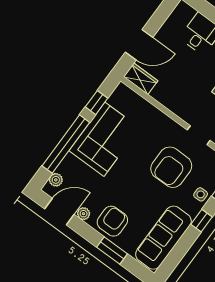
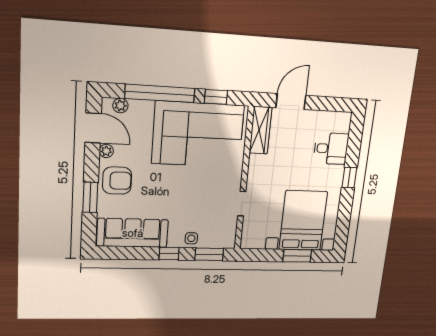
door: (139, 45) -> (291, 101), swing flipped
wardrobe: (141, 79) -> (261, 130), width x1.50
corner sofa: (104, 139) -> (198, 134), width x1.36, depth x1.36
armchair: (171, 167) -> (199, 199), removed

